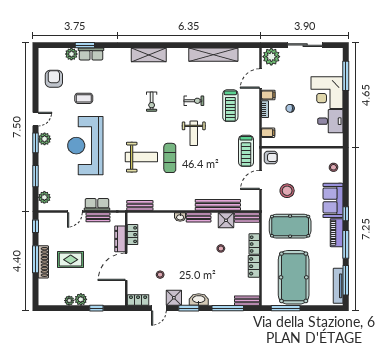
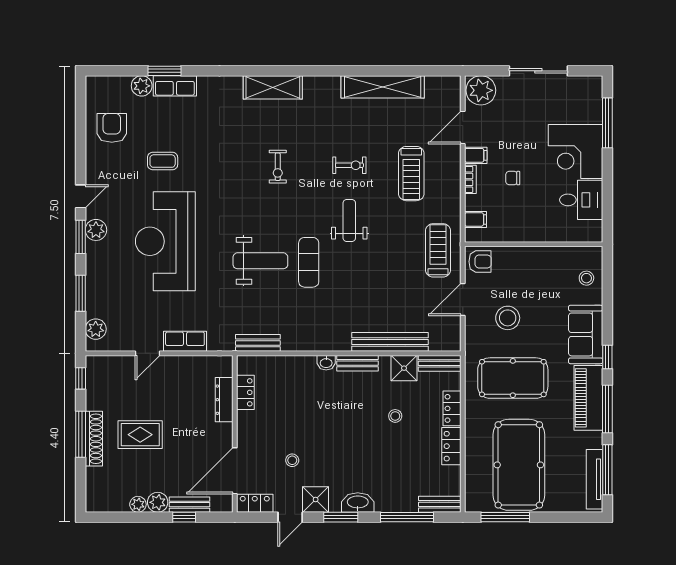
weight bench: (194, 133) -> (349, 220), turned 180
treadmill: (246, 151) -> (438, 250), turned 180
bench: (98, 217) -> (189, 505), moved
piano: (337, 233) -> (588, 398), width x1.37, depth x1.33
door: (126, 267) -> (235, 471), moved

